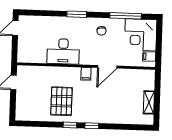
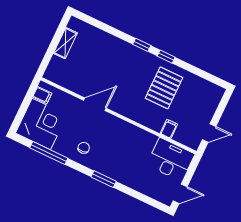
desk: (63, 51) -> (171, 159), moved
filing cabinet: (86, 74) -> (169, 129), moved

